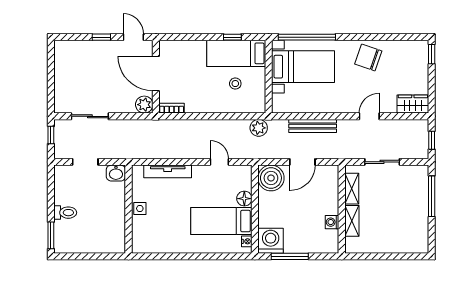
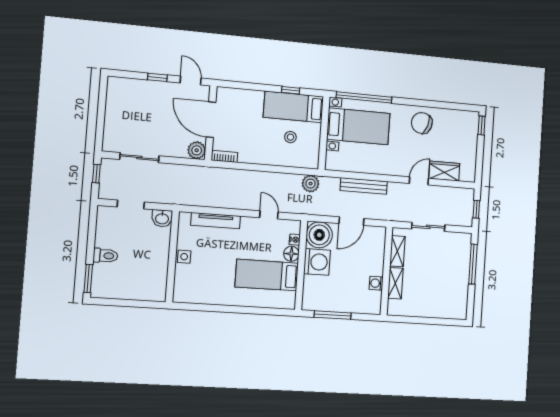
wardrobe: (413, 104) -> (444, 171), moved
nightstand: (247, 241) -> (295, 240), moved
washing machine: (271, 241) -> (317, 262), moved, turned 90

